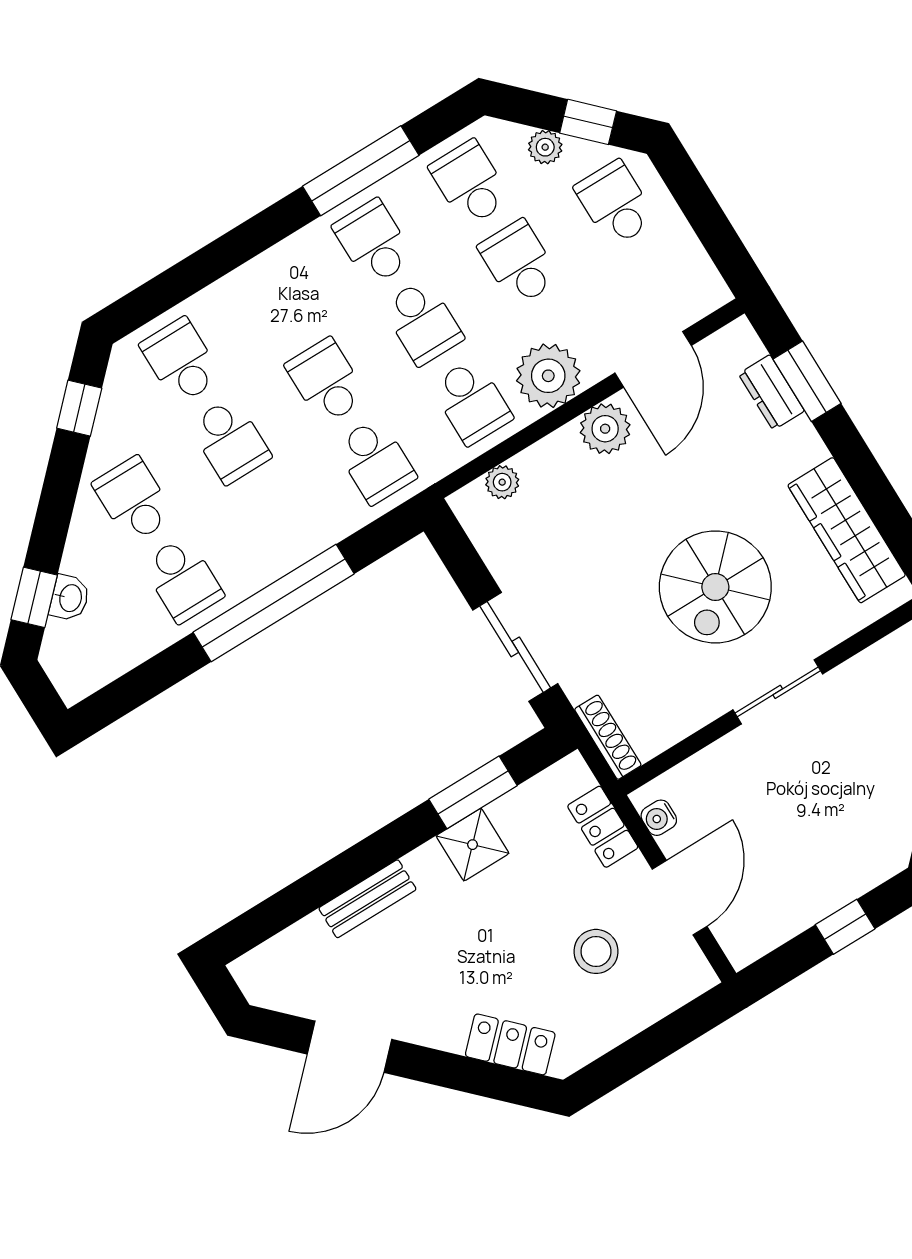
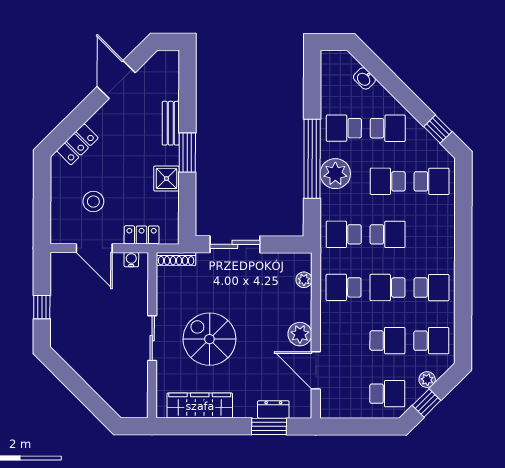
window: (361, 171) -> (463, 300), removed
plant: (548, 376) -> (335, 174), moved
window: (34, 597) -> (373, 64), removed
window: (473, 792) -> (187, 152), moved

